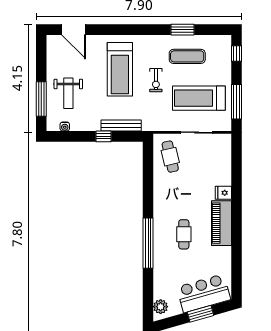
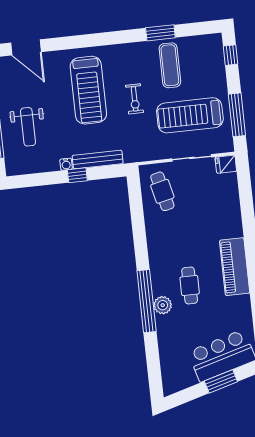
exercise mat: (187, 56) -> (170, 65), turned 90
water cooler: (65, 126) -> (66, 164), moved
fridge: (223, 193) -> (226, 164), moved
plant: (161, 307) -> (163, 305), moved

